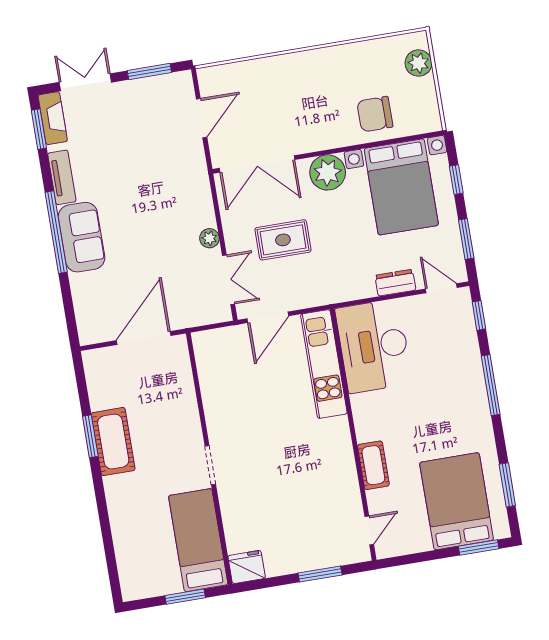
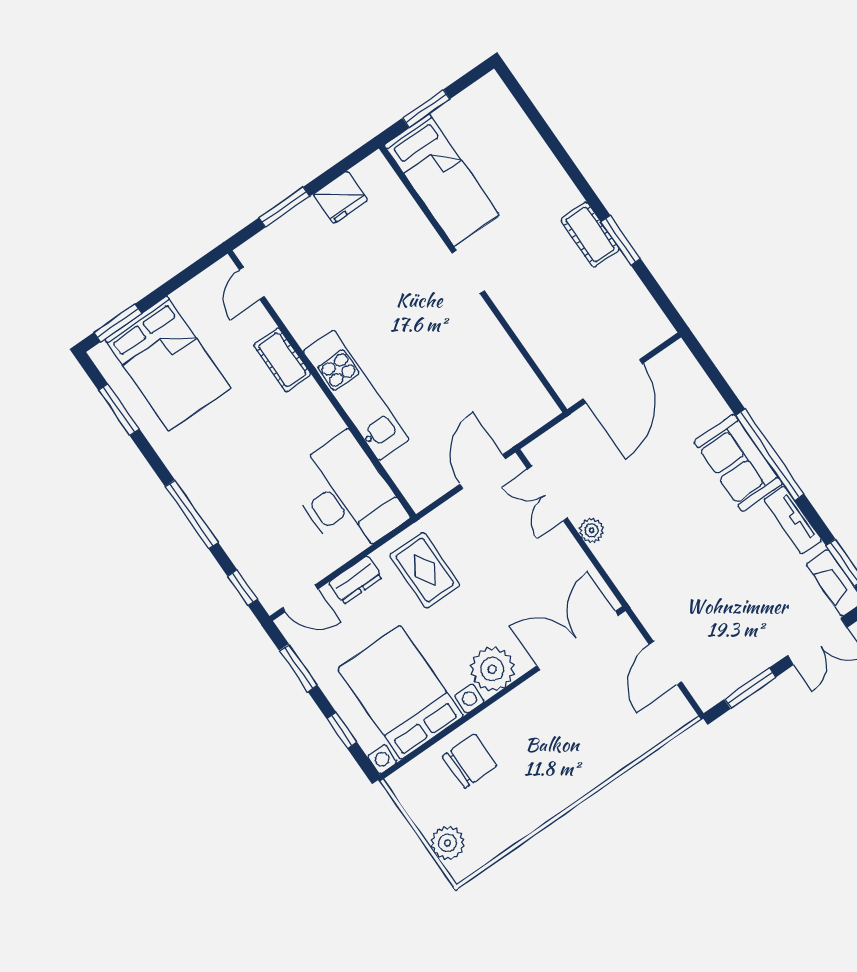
rug: (283, 240) -> (425, 570), moved, turned 90
kitchen unit: (324, 364) -> (356, 395), moved
cot: (113, 442) -> (590, 235), width x0.73, depth x0.75
fridge: (247, 567) -> (340, 197), moved

